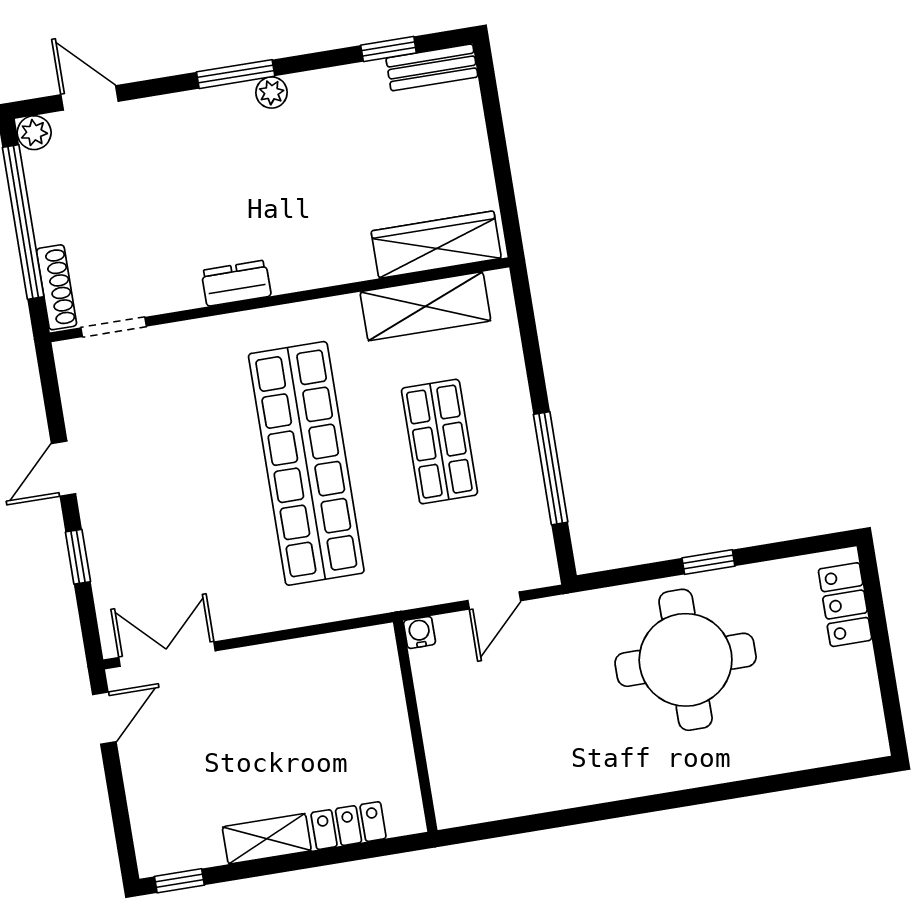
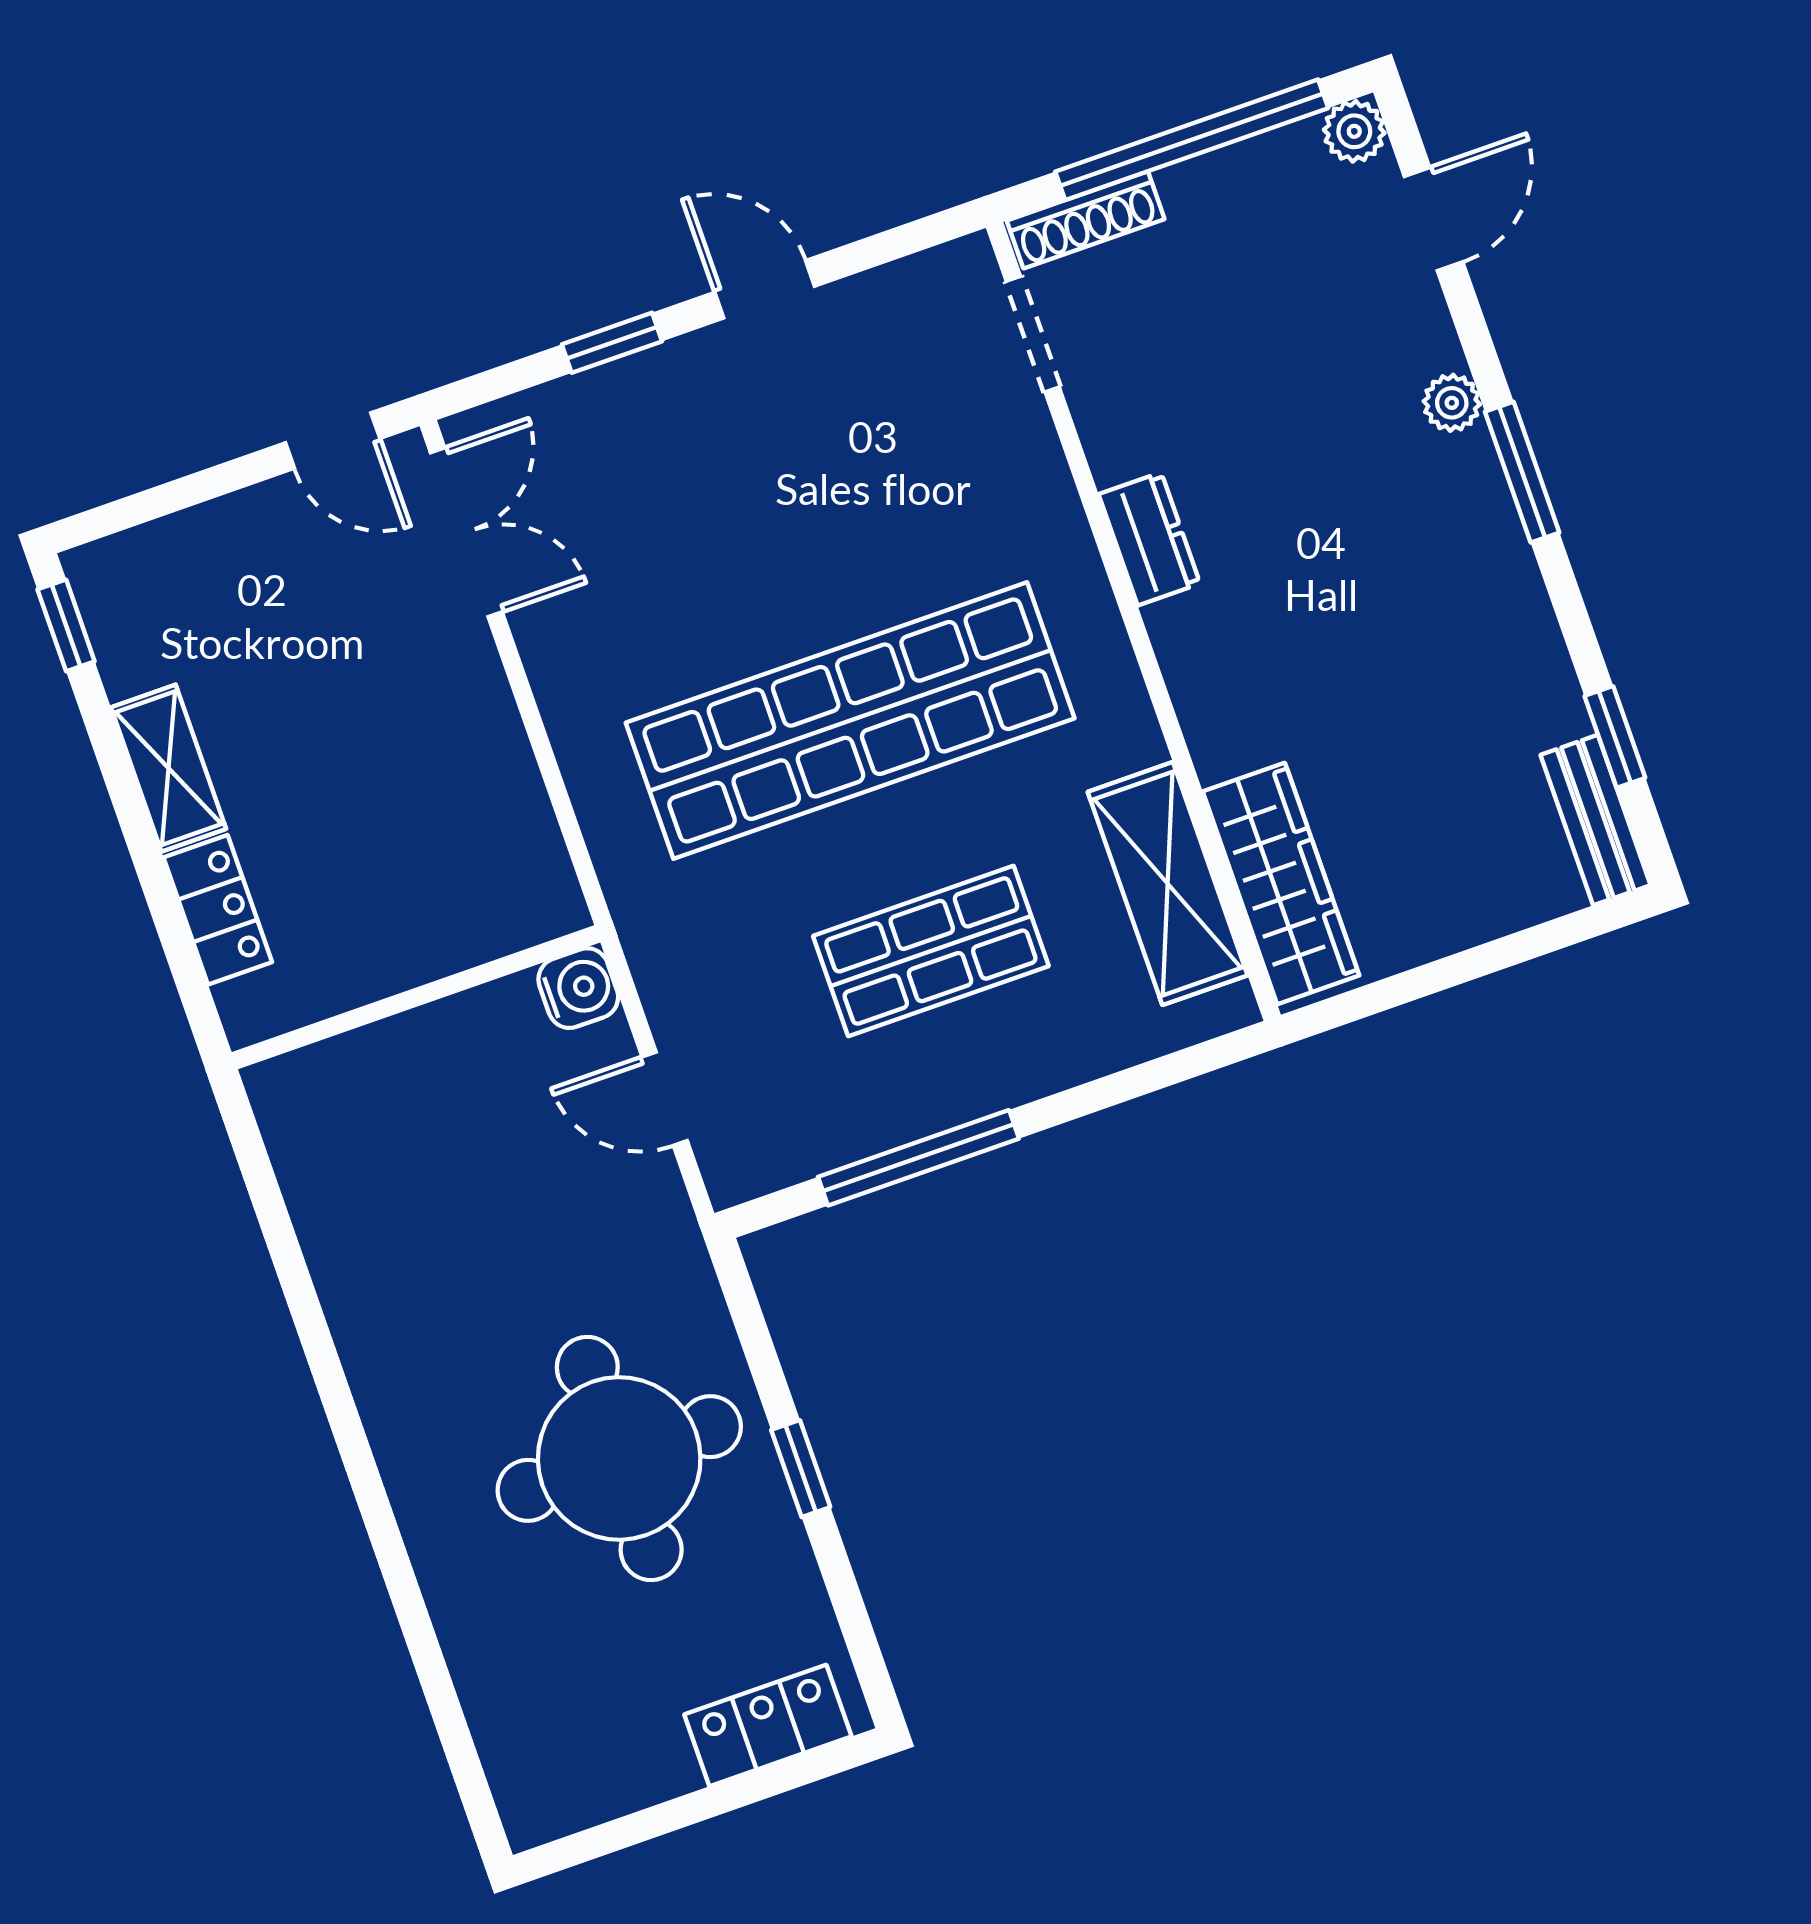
plant: (272, 93) -> (1452, 403), moved
water cooler: (419, 632) -> (578, 988), width x1.38, depth x1.38

